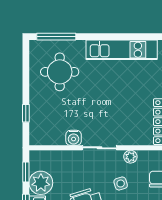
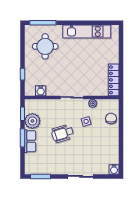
water cooler: (74, 138) -> (41, 91), moved

